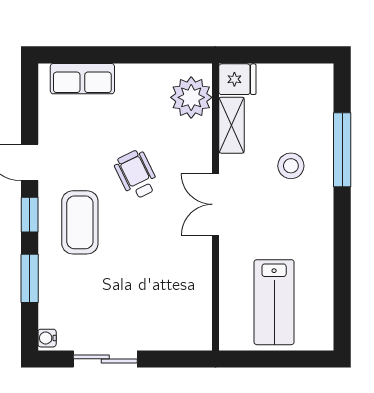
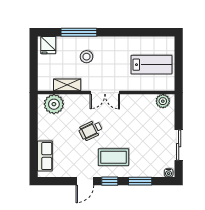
fridge: (237, 79) -> (48, 45), moved, turned 180
plant: (198, 326) -> (163, 101), added

